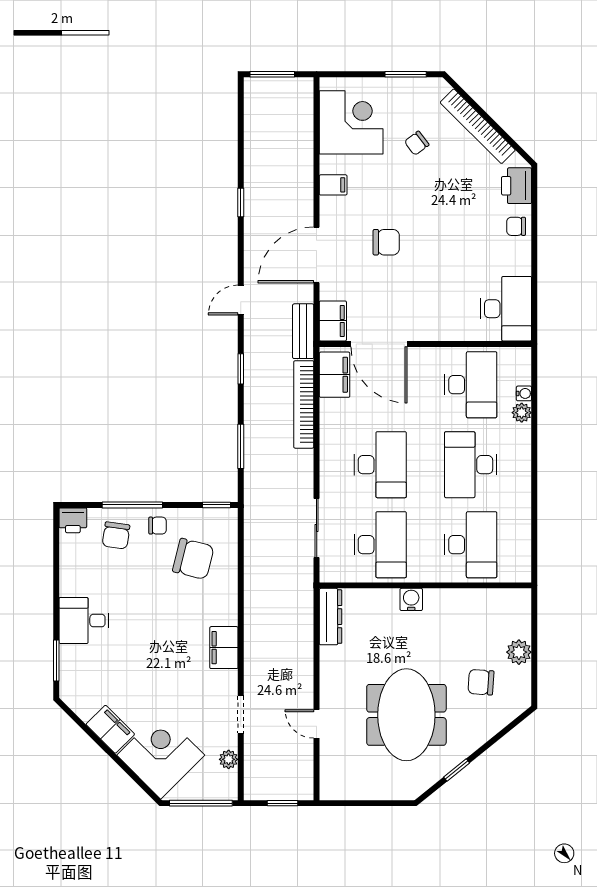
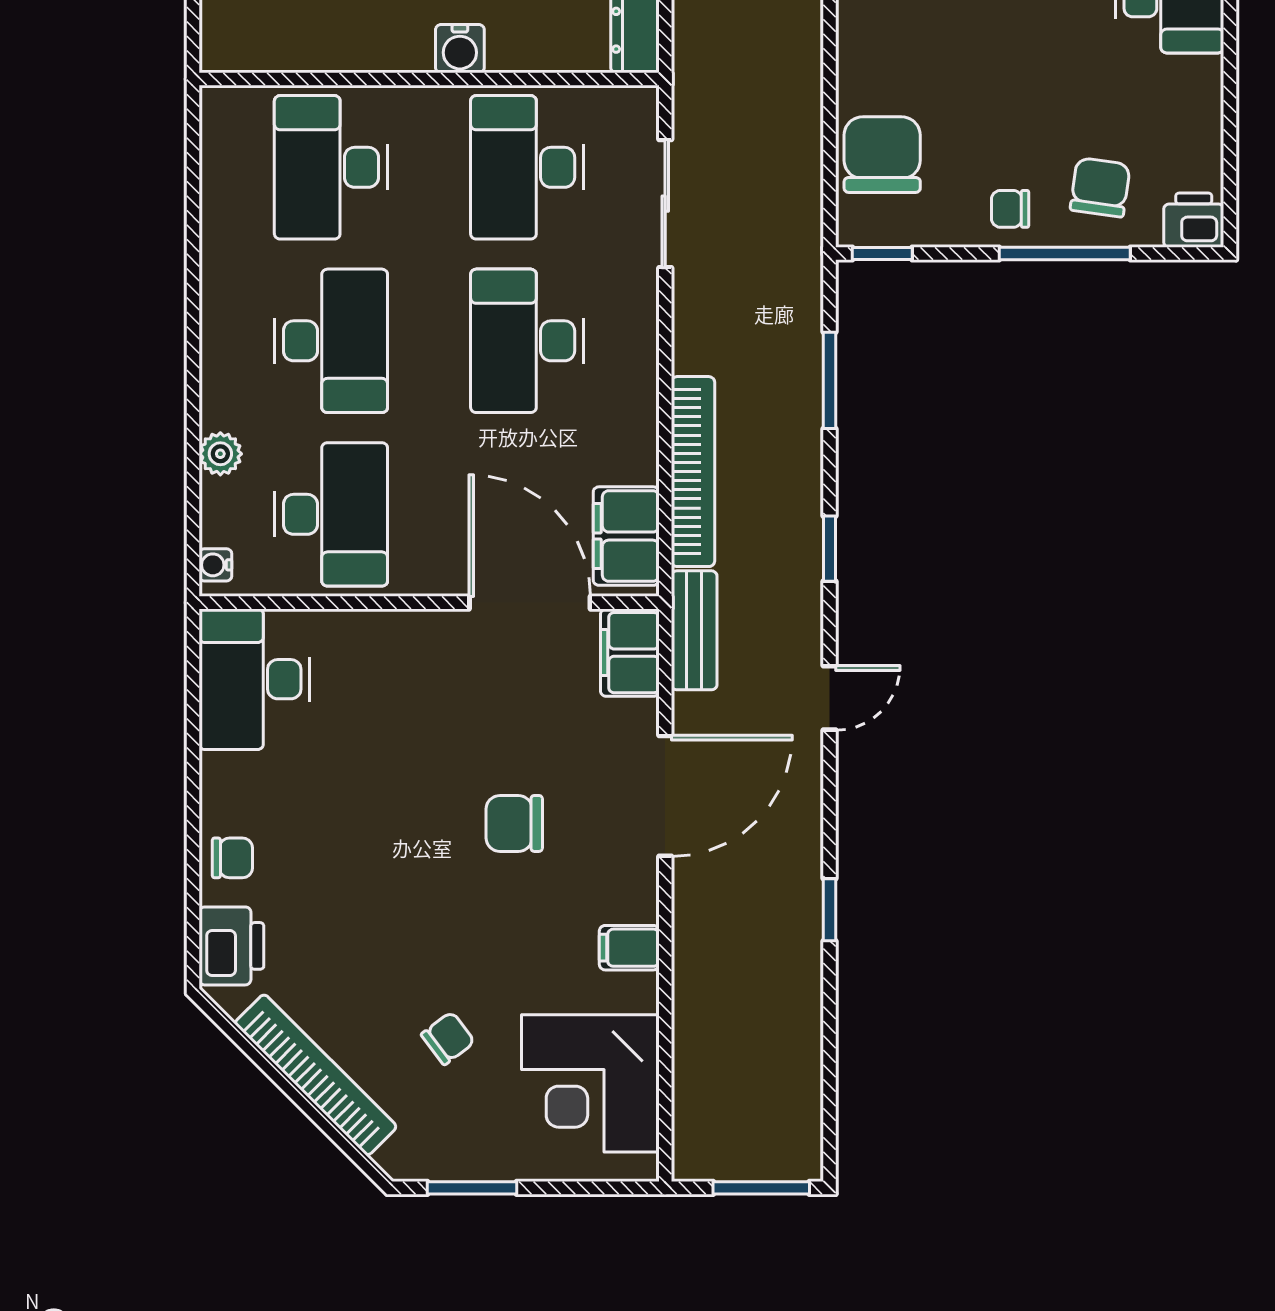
desk: (471, 385) -> (331, 514), turned 180
water cooler: (524, 393) -> (215, 565), moved
chair: (193, 559) -> (882, 155), moved, turned 76

